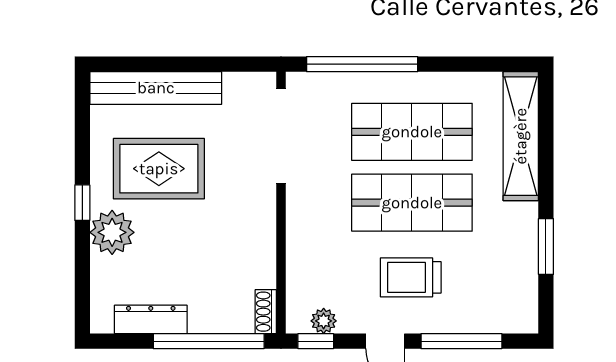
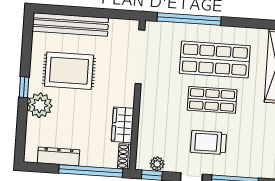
shop shelf: (412, 203) -> (212, 100), width x0.70, depth x0.74
wardrobe: (259, 257) -> (123, 125), added

